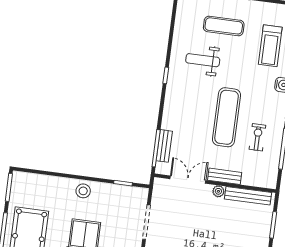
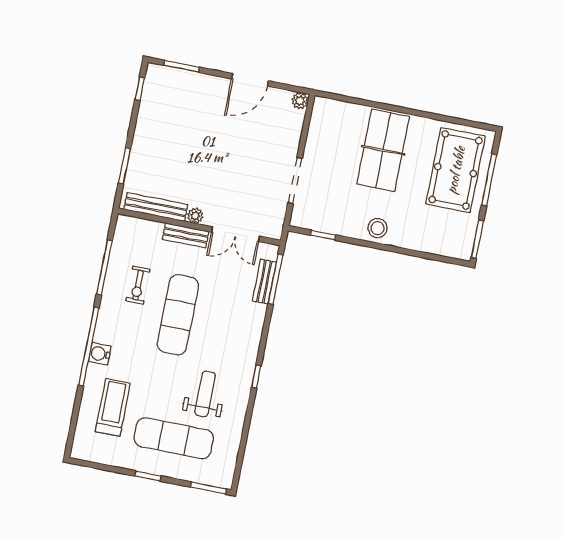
exercise mat: (224, 26) -> (174, 438), width x1.36, depth x1.45
weight bench: (203, 60) -> (205, 394), turned -90

